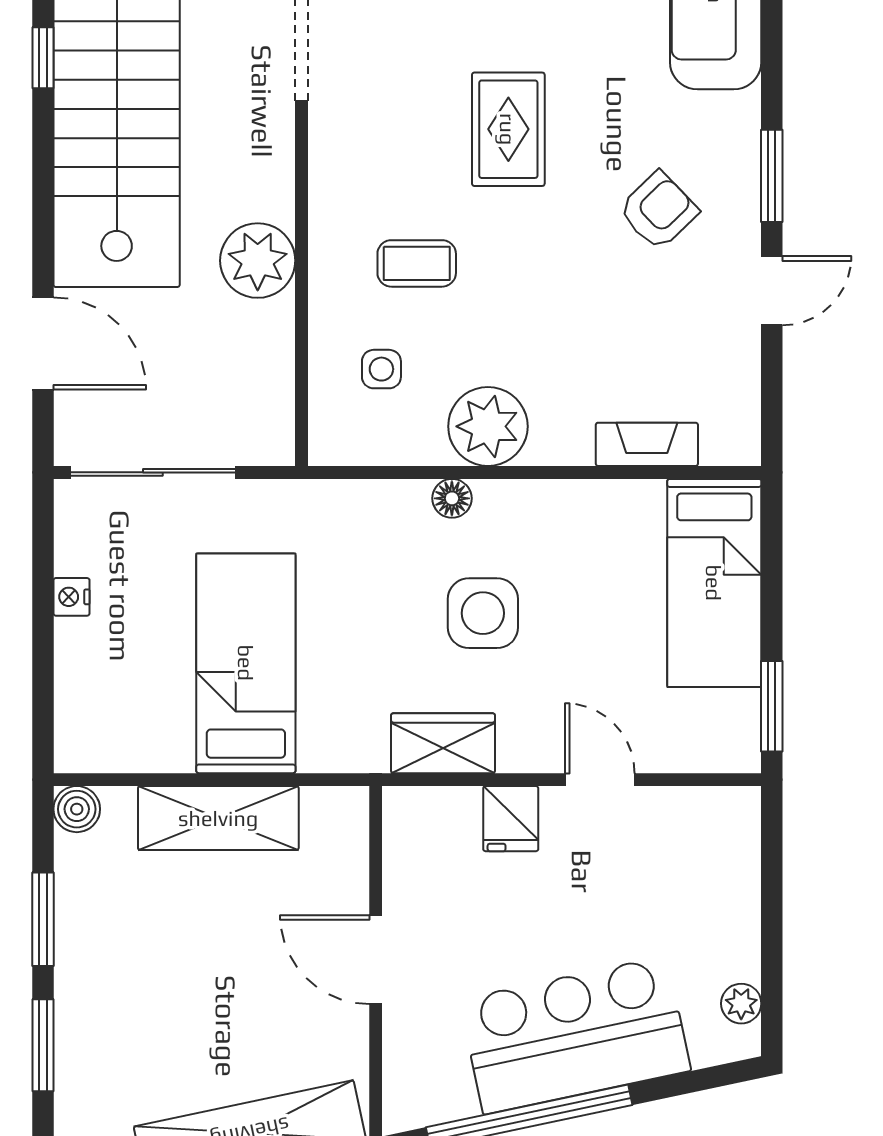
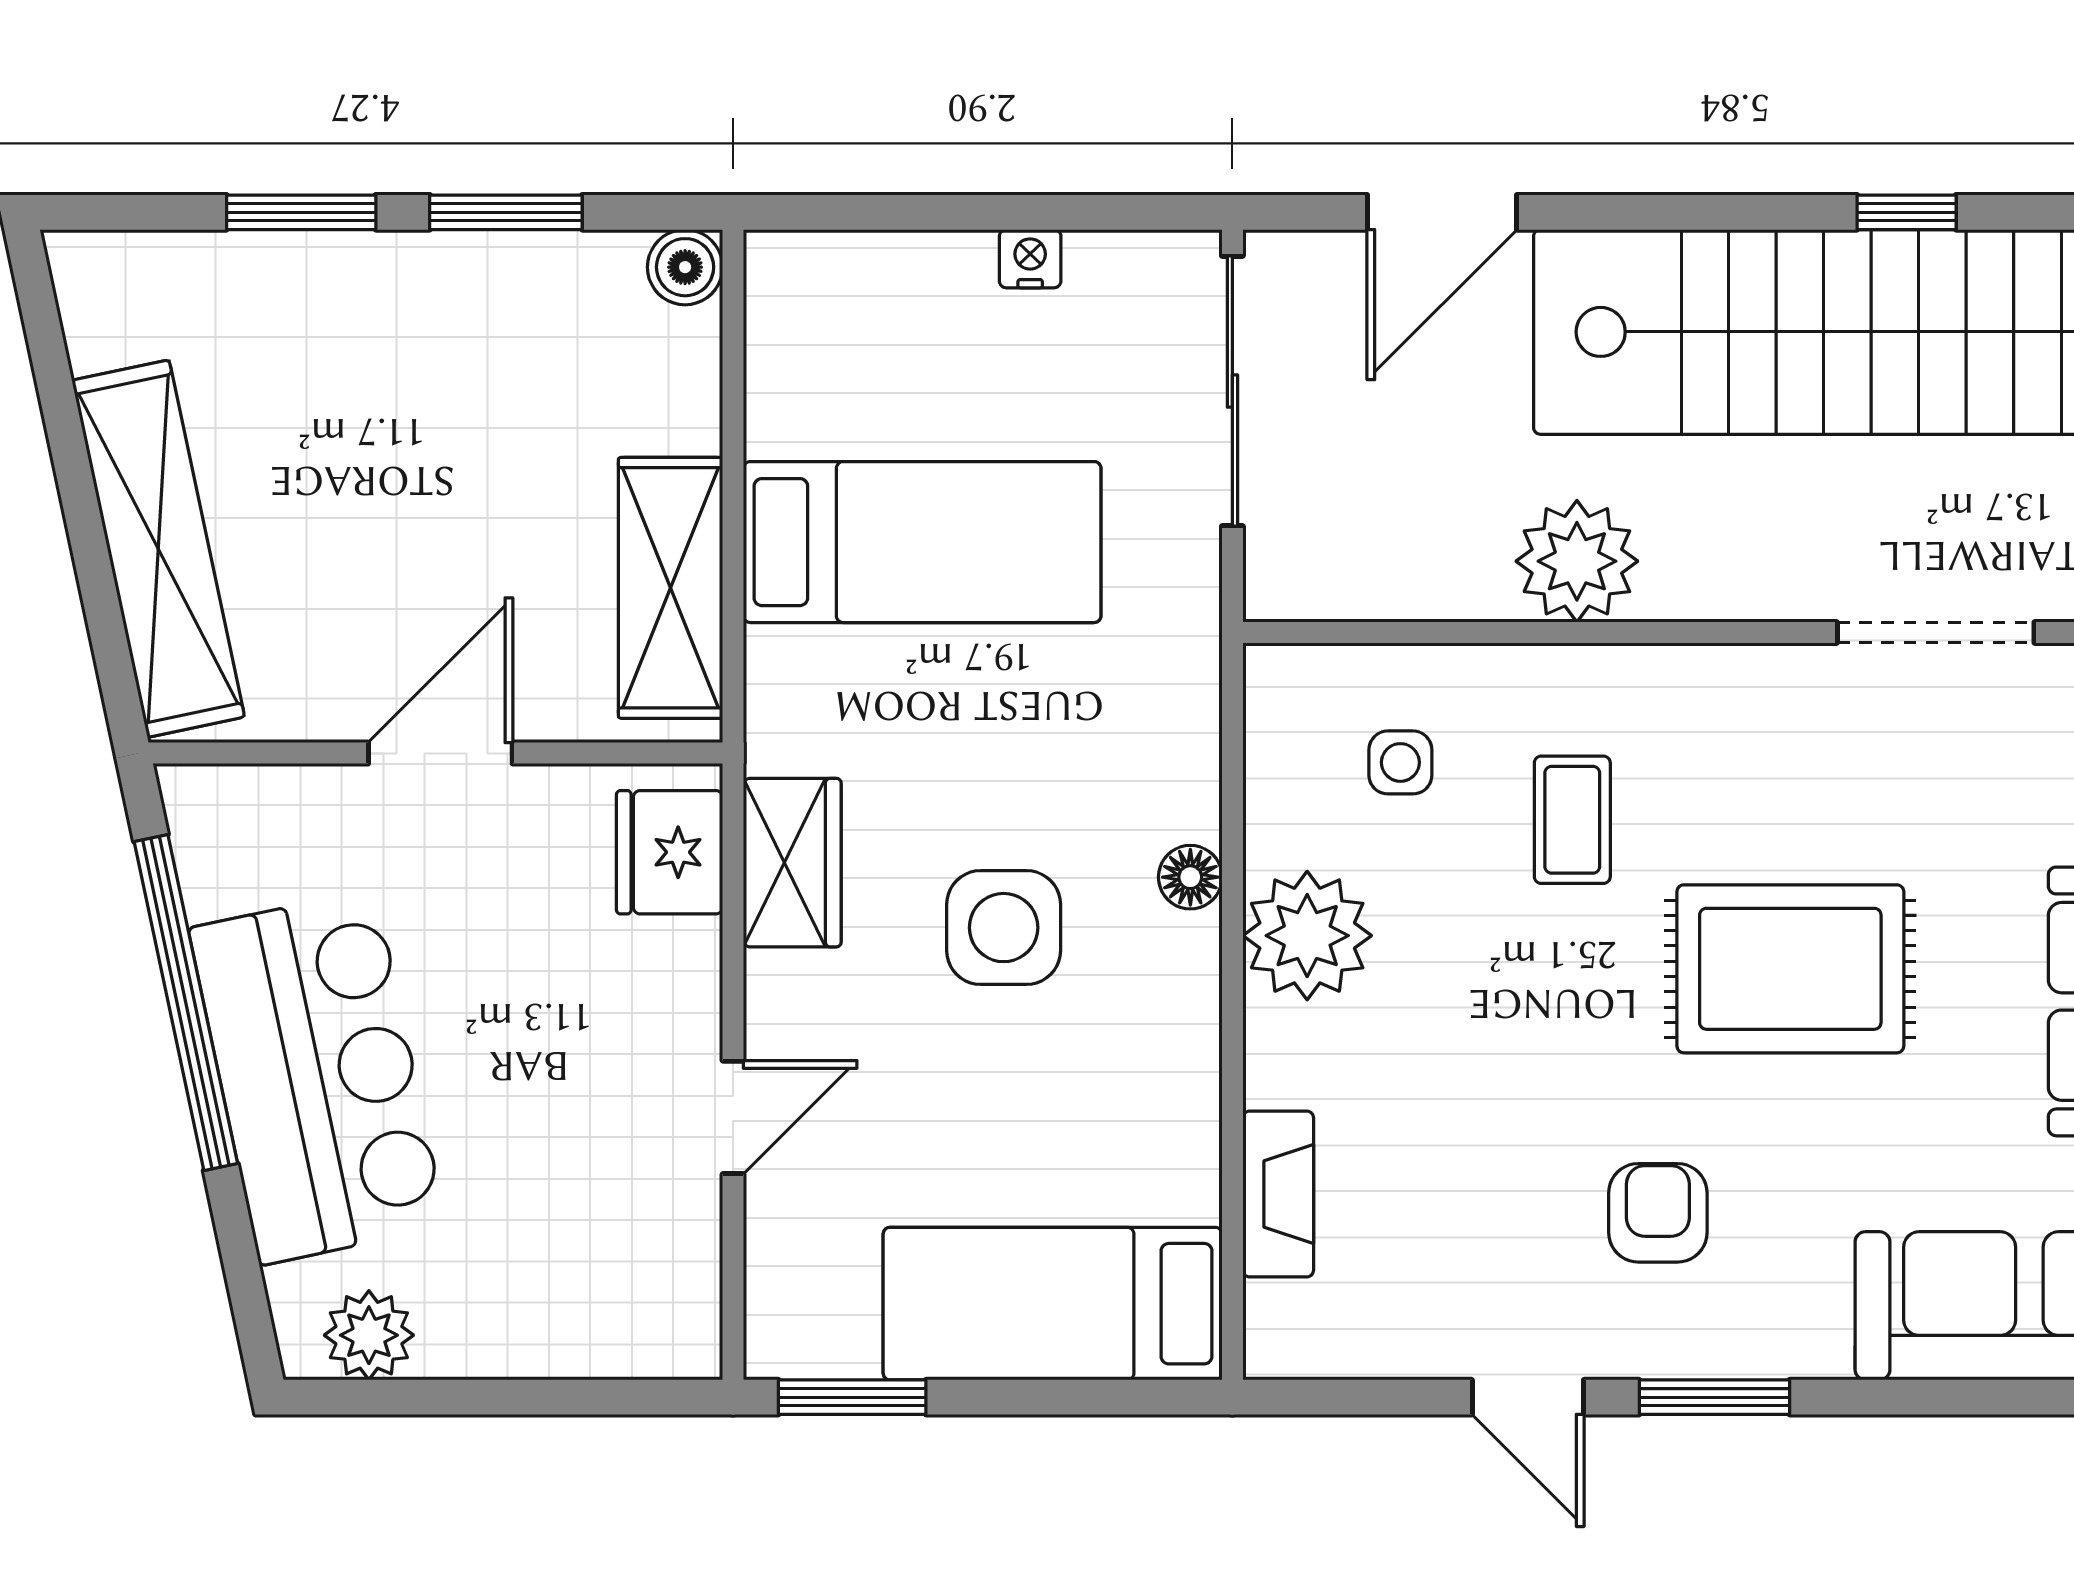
rug: (508, 129) -> (1790, 969), width x1.36, depth x1.43
armchair: (658, 211) -> (1658, 1213), turned -136
shelving: (218, 818) -> (670, 588), moved
fridge: (511, 819) -> (670, 852), moved, width x1.38
plant: (741, 1004) -> (369, 1335), width x1.38, depth x1.38

